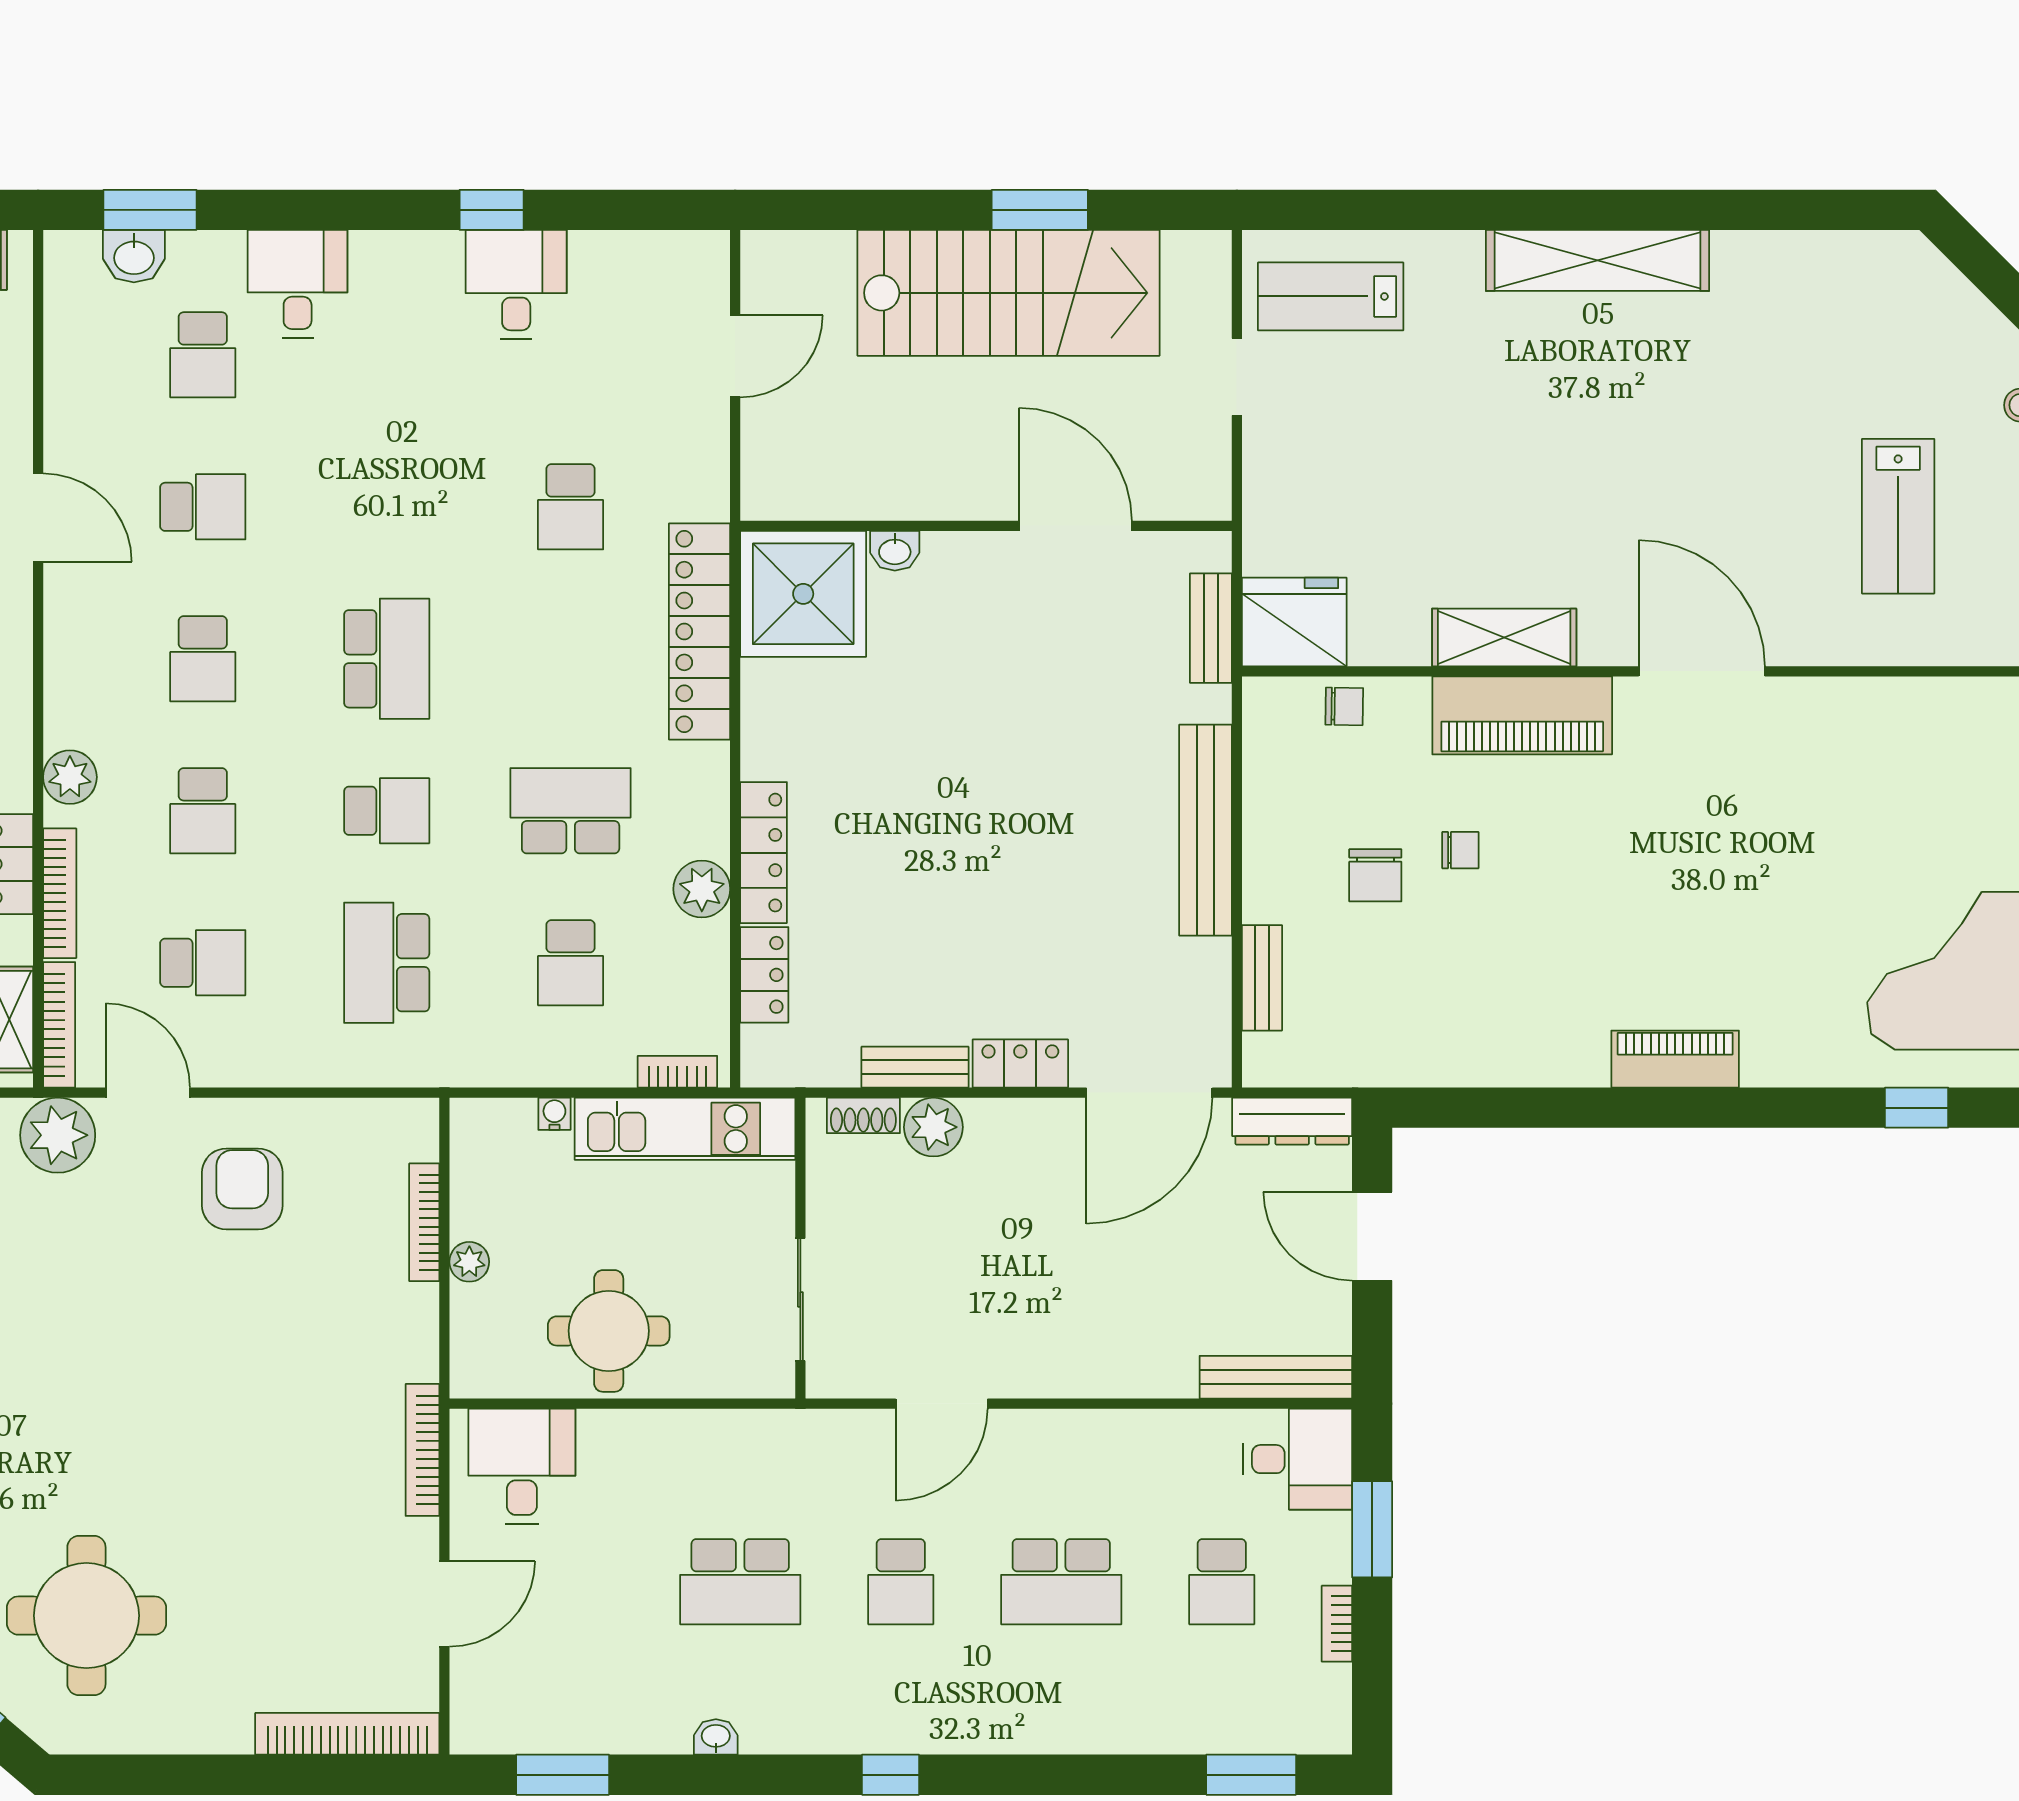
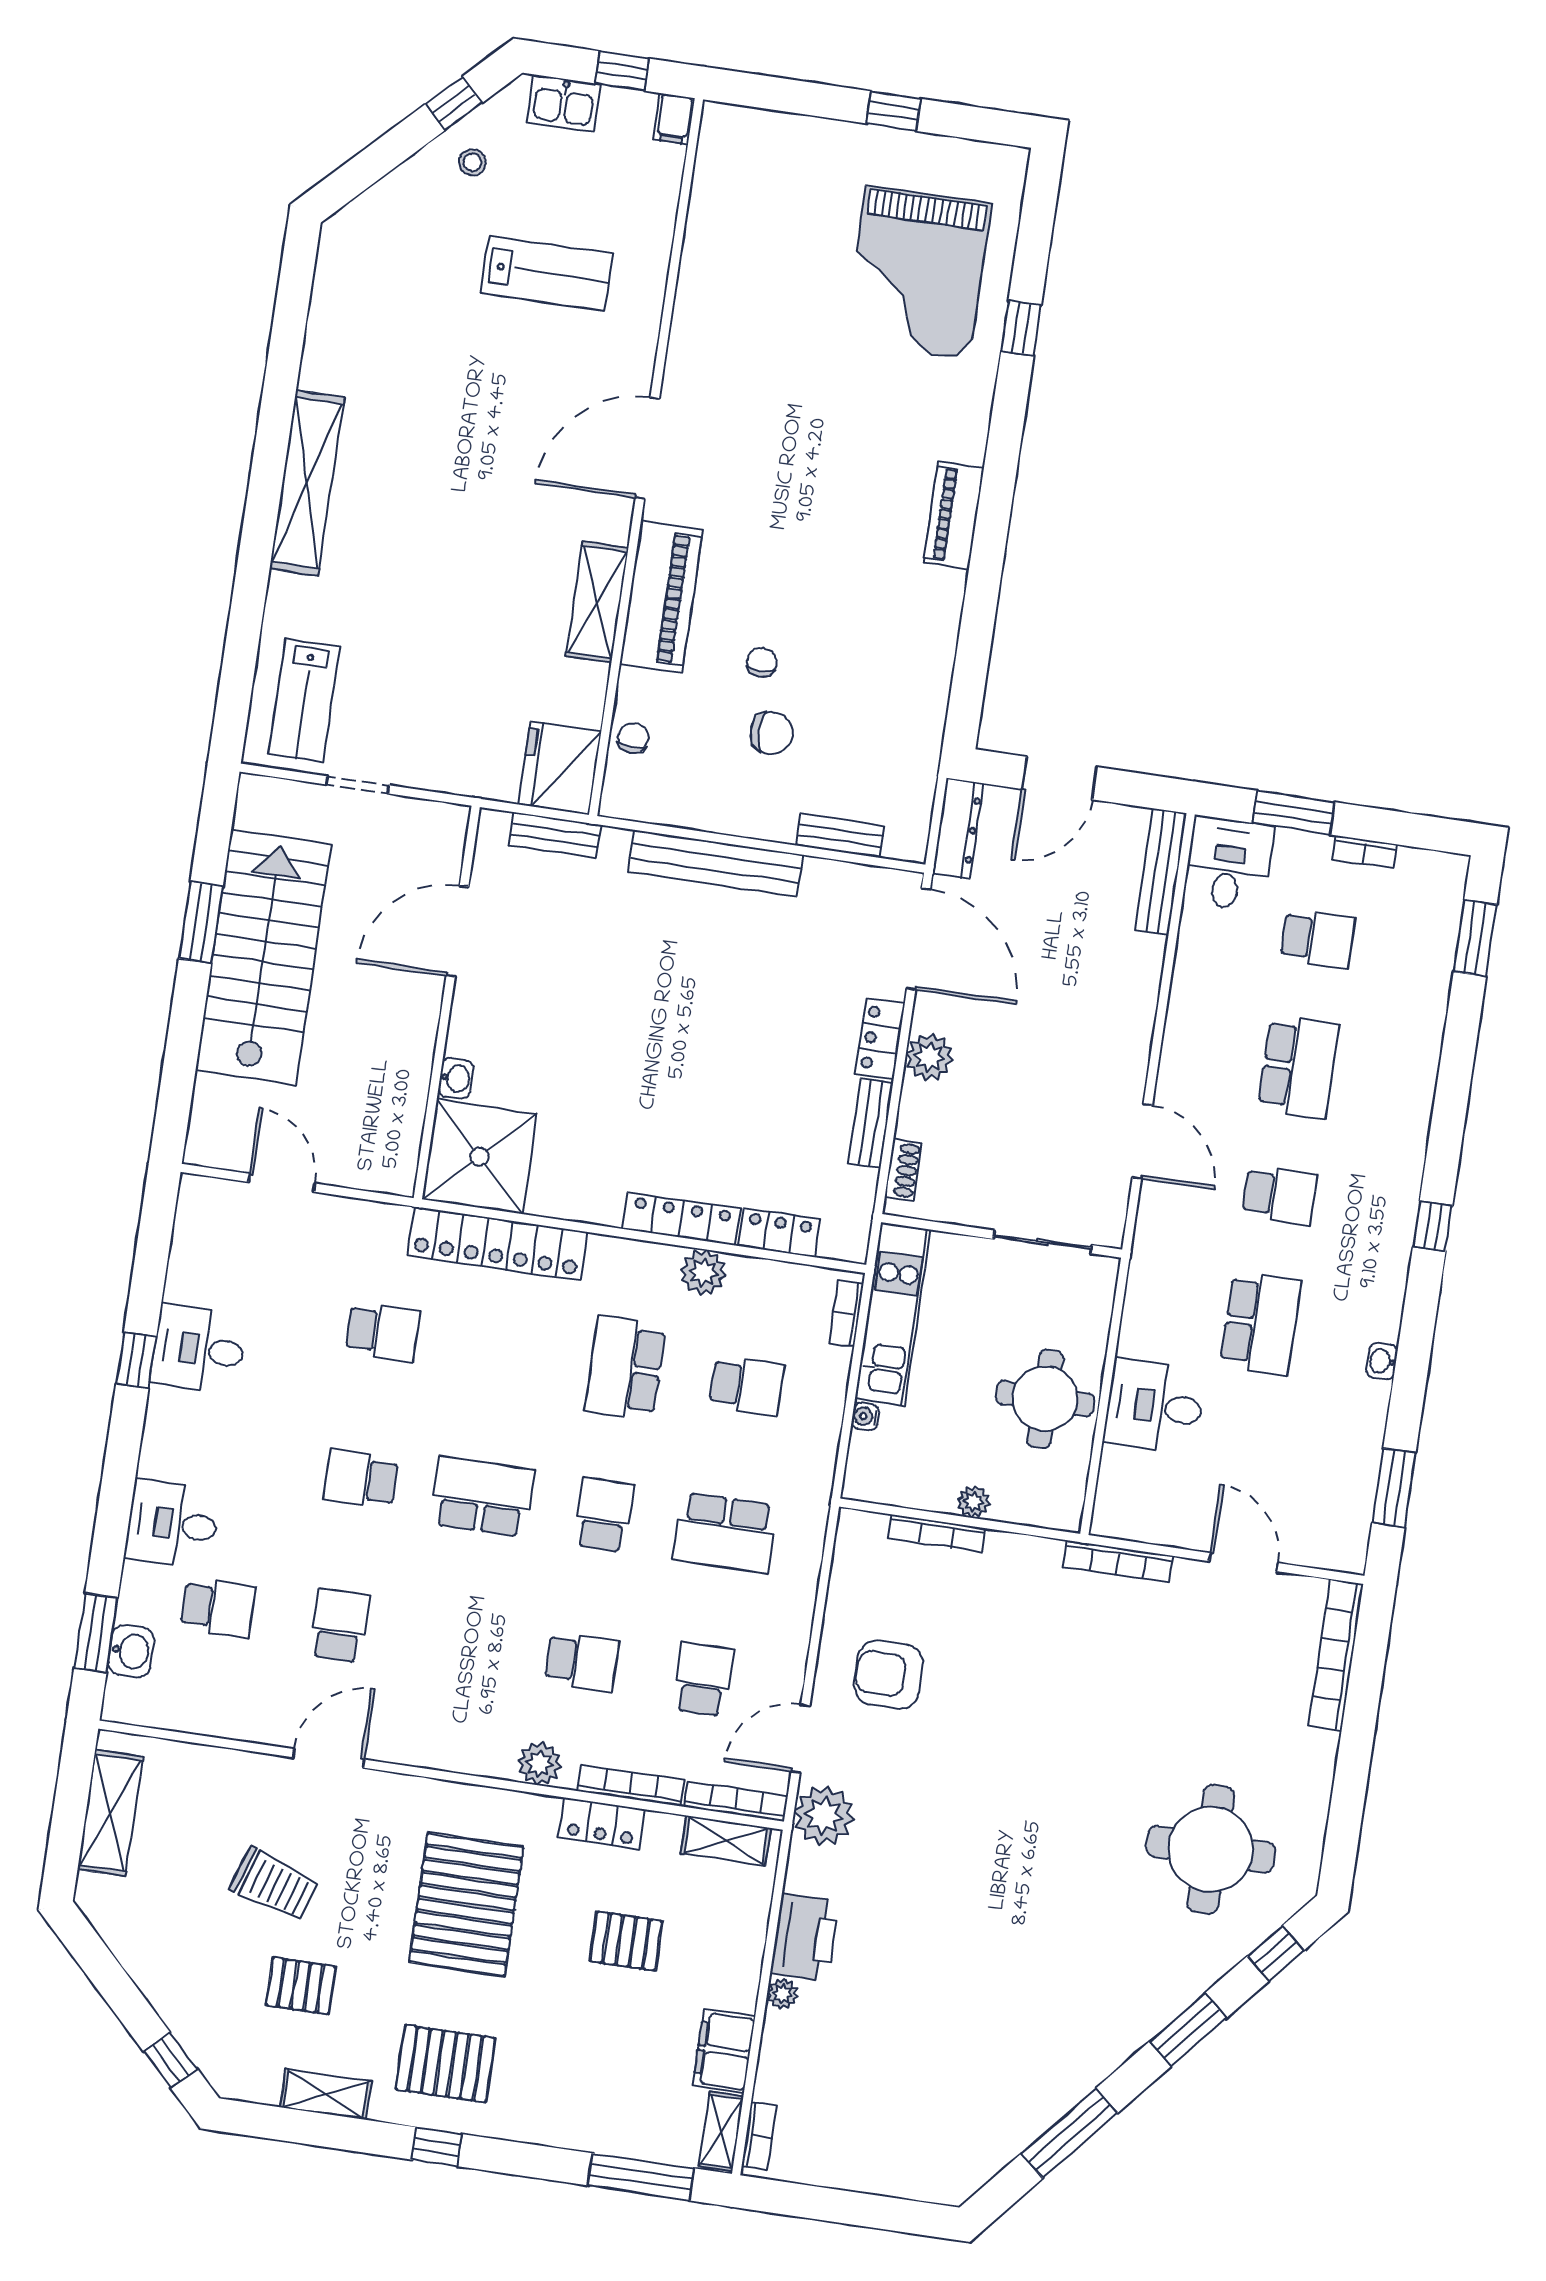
school desk: (203, 659) -> (361, 1479), moved, turned 180
plant: (933, 1127) -> (929, 1057), moved
desk: (522, 1466) -> (1155, 1406), moved

